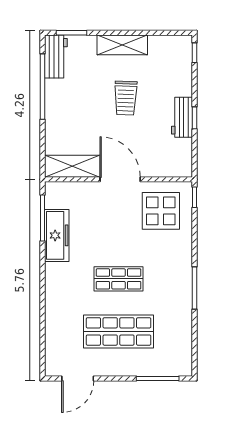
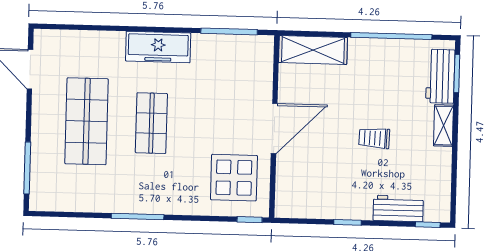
shelving: (122, 45) -> (444, 126), width x0.67, depth x0.75
workbench: (56, 57) -> (440, 76), moved, turned 90
trolley: (126, 98) -> (374, 138), width x0.73, depth x0.72
workbench: (182, 117) -> (398, 208), moved
shelving: (72, 166) -> (313, 50), moved, turned 90
freezer: (57, 235) -> (158, 47), moved

